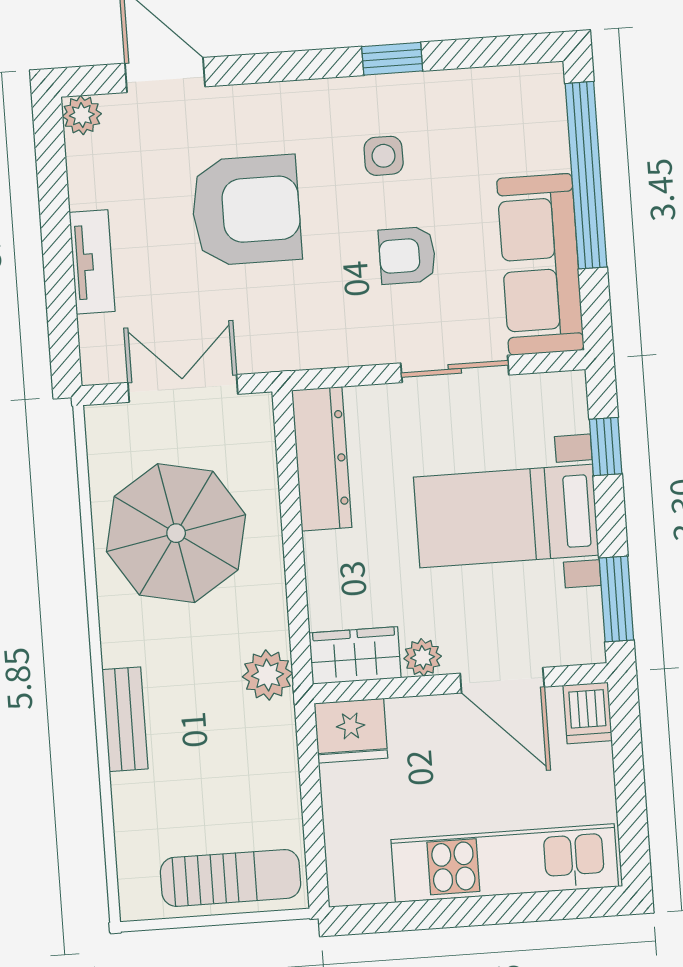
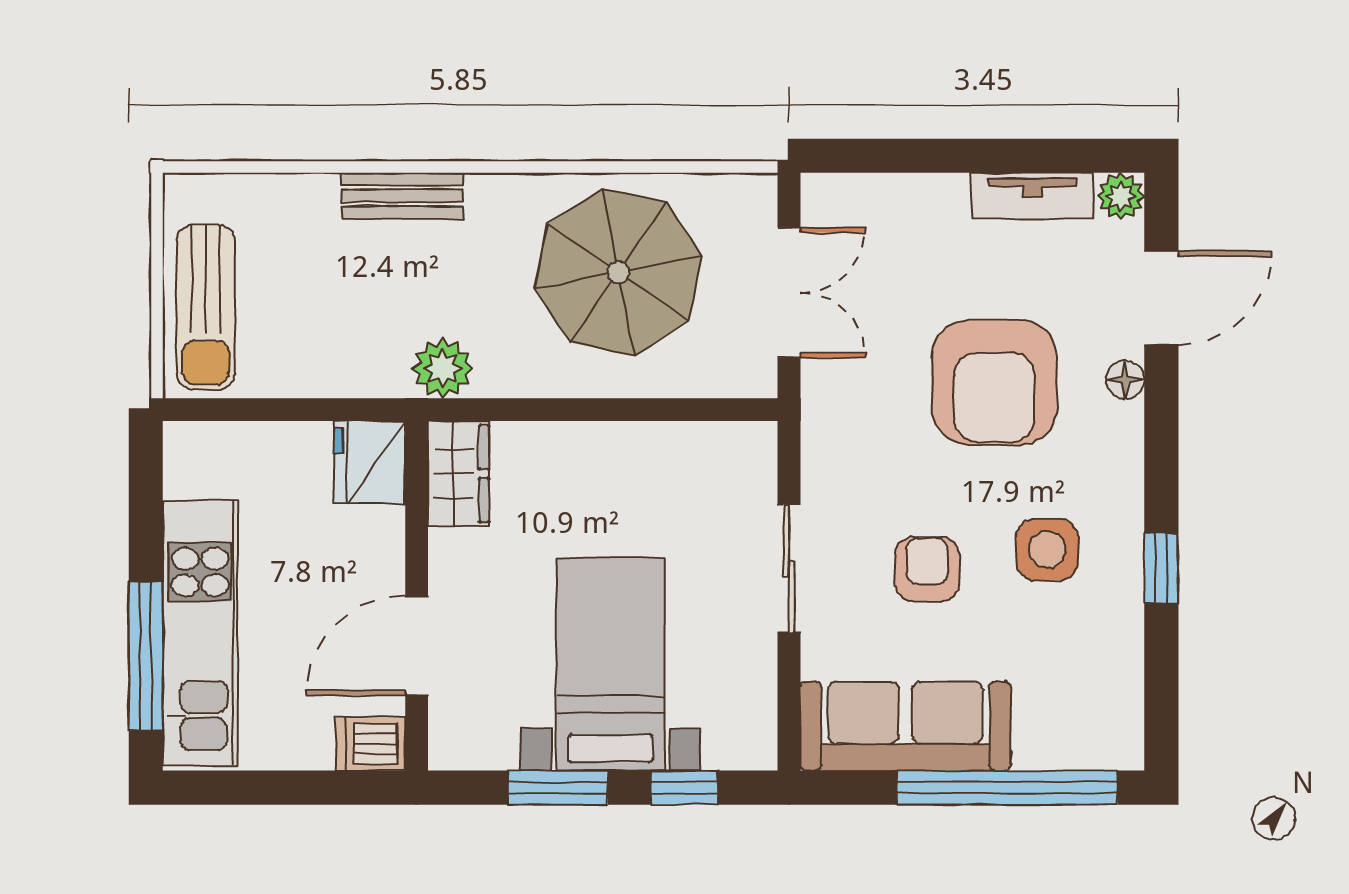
floor lamp: (236, 100) -> (1125, 380), added
side table: (384, 156) -> (1047, 550), width x1.37, depth x1.37
tv unit: (92, 262) -> (1033, 196), moved
sliding door: (455, 369) -> (789, 569), moved
dresser: (322, 459) -> (694, 451), removed
window: (616, 599) -> (558, 788), moved
plant: (423, 657) -> (450, 553), removed
window: (527, 907) -> (146, 656), added

